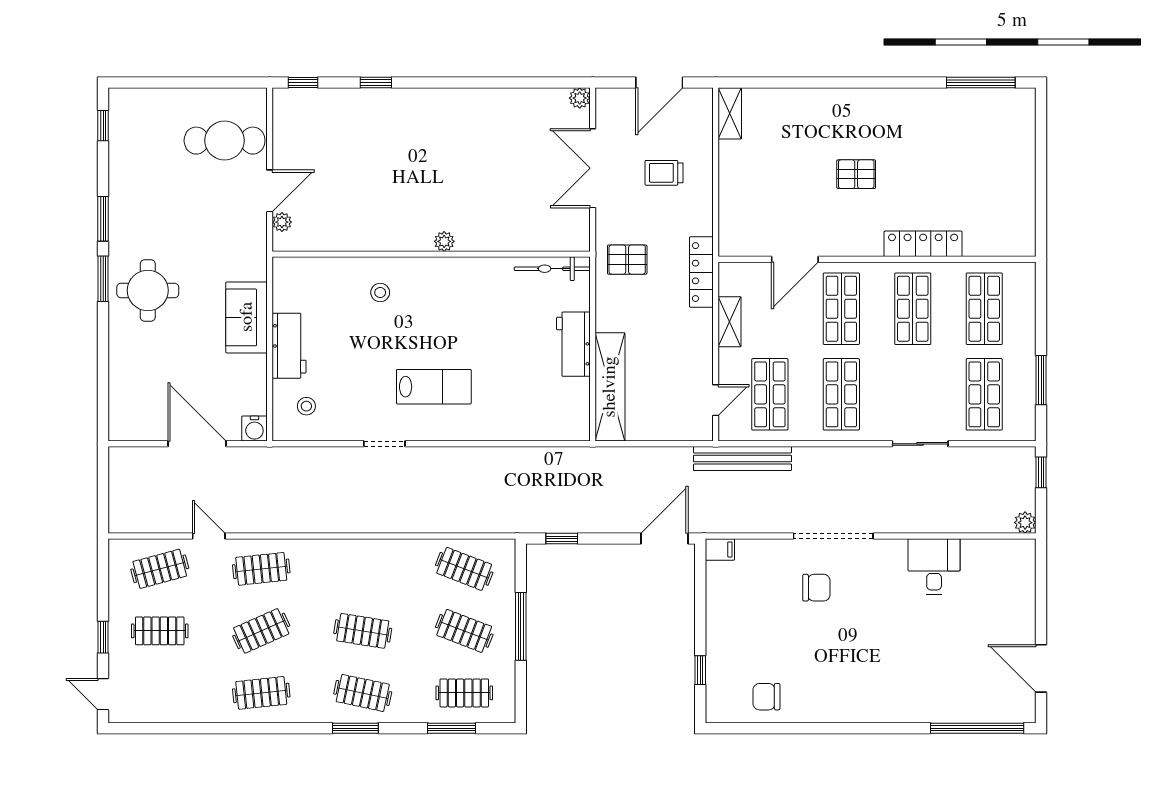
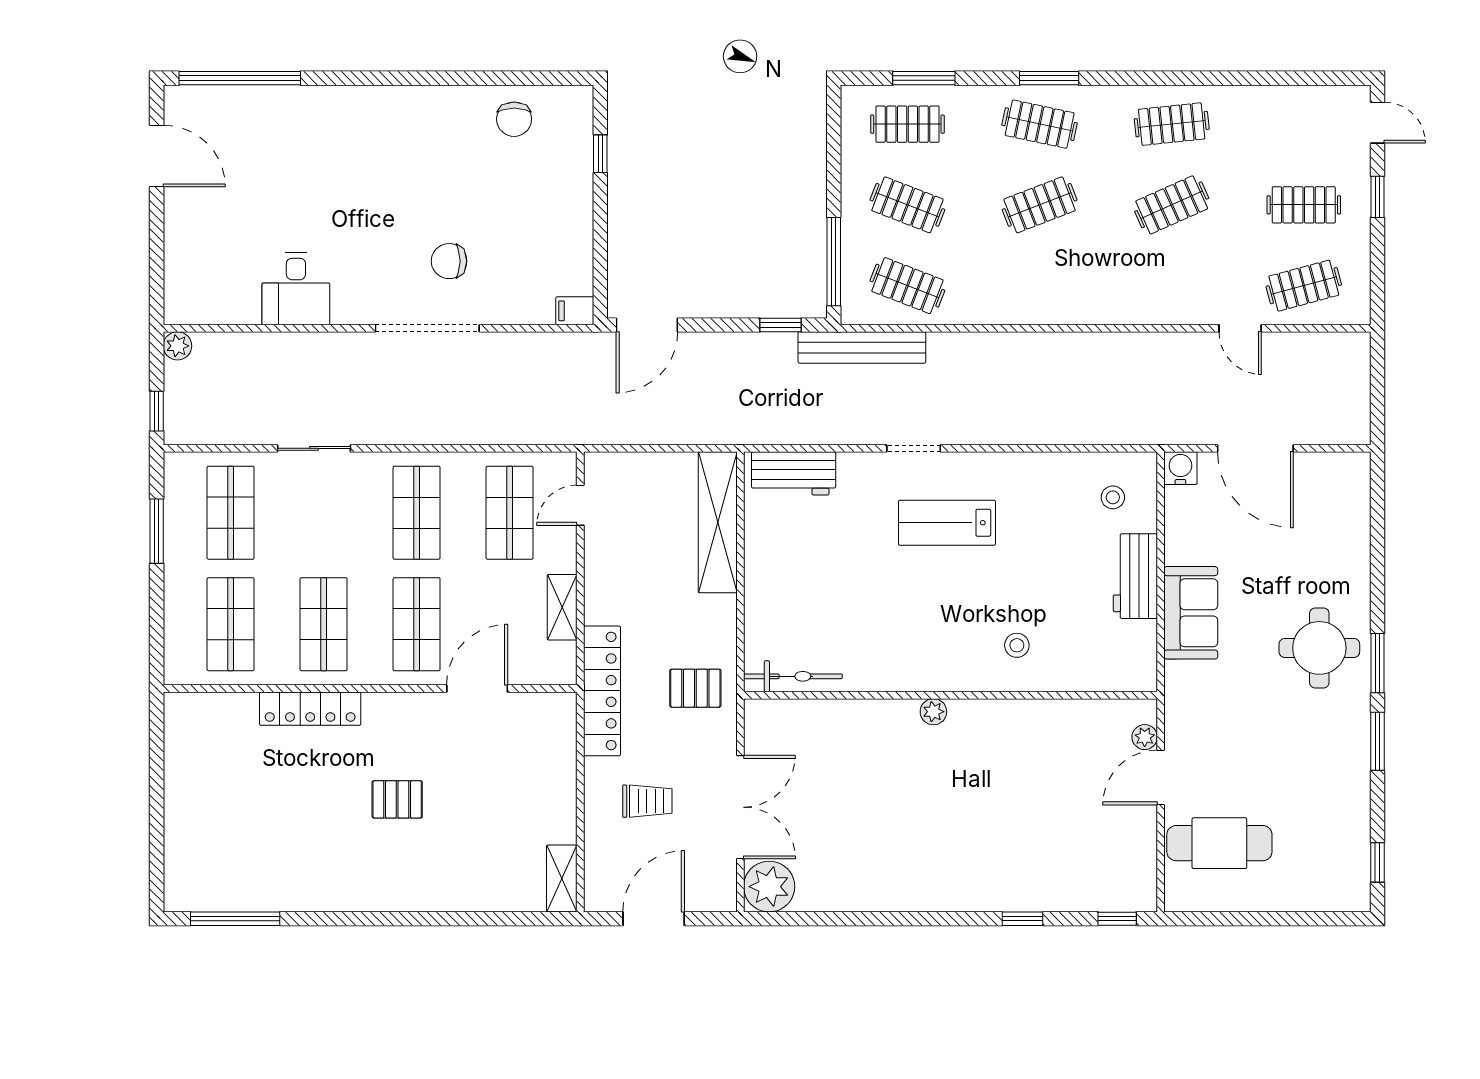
plant: (580, 98) -> (769, 887), width x1.87, depth x1.87
locker: (701, 272) -> (602, 691), width x1.41, depth x1.21
workbench: (573, 344) -> (794, 473), moved, turned 90
doorway: (384, 444) -> (914, 448), moved
bench: (742, 459) -> (862, 347), moved
clothes rail: (261, 569) -> (1172, 286), removed
window: (521, 626) -> (834, 262), moved
clothes rail: (363, 631) -> (1040, 205), turned -30
chair: (766, 697) -> (514, 119), turned 90

